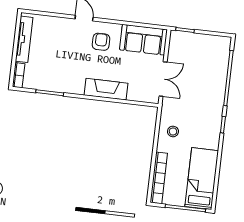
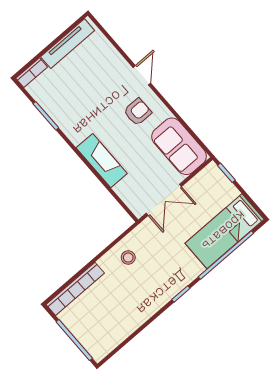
bed: (202, 179) -> (224, 231), moved, turned 180

